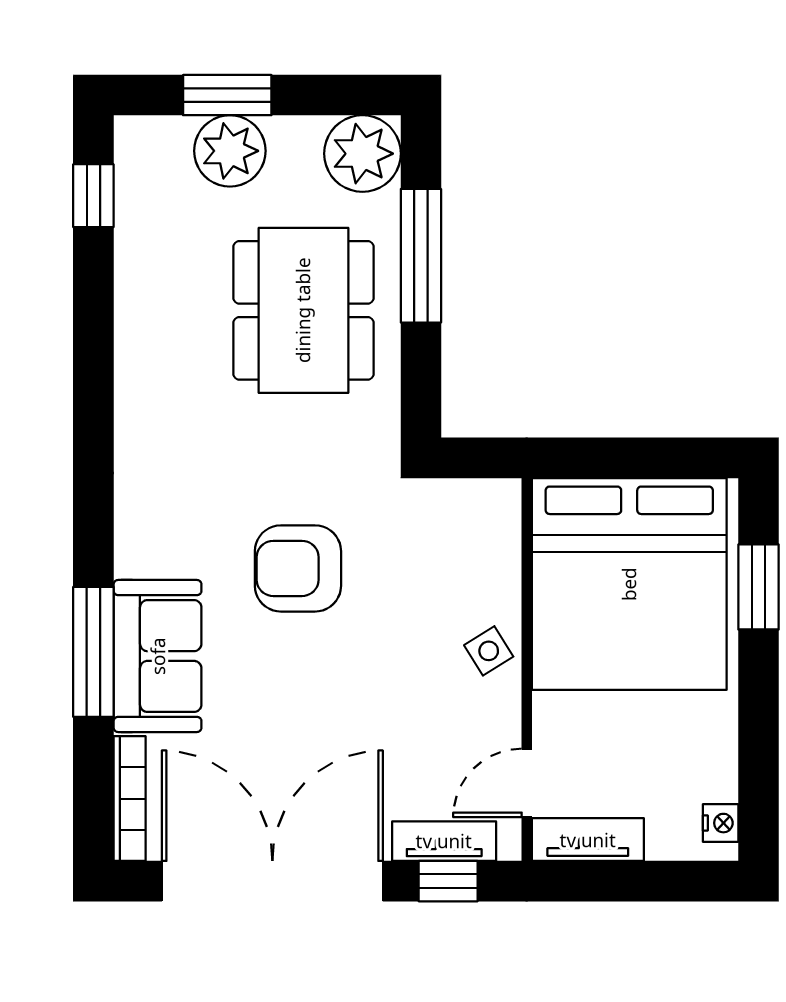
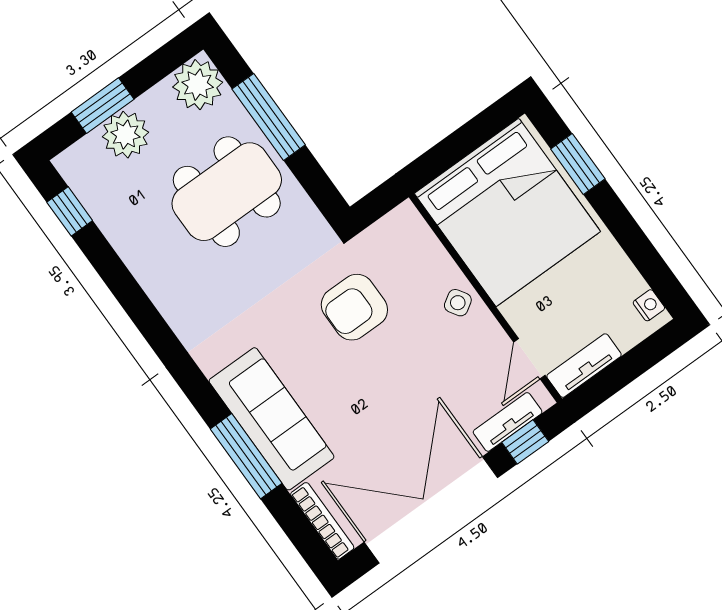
dining table: (303, 310) -> (227, 192), turned 90
armchair: (298, 568) -> (354, 307), moved
sofa: (158, 656) -> (272, 419), width x1.36

